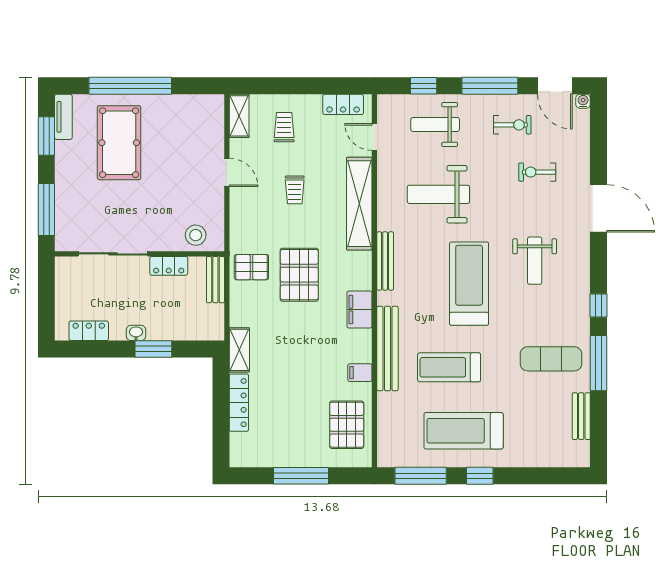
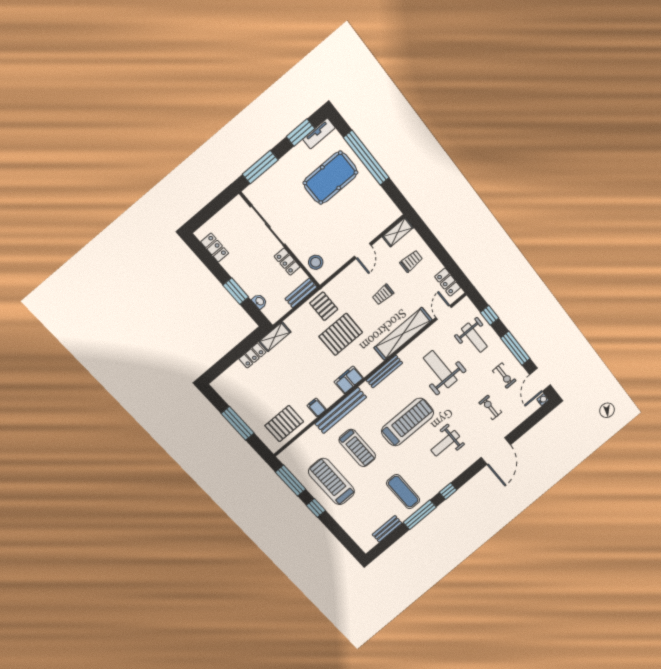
weight bench: (435, 124) -> (474, 338), turned 180
washbasin: (136, 333) -> (260, 301), moved
treadmill: (449, 367) -> (357, 448), turned 180
locker: (239, 403) -> (252, 356), width x0.66

